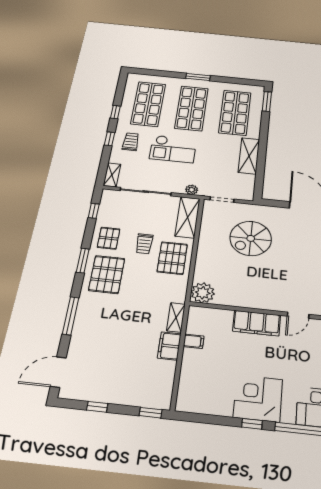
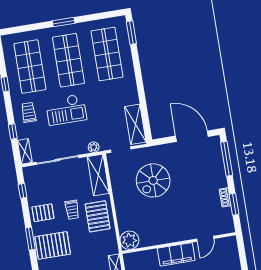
window: (110, 139) -> (13, 132), moved
shelving: (249, 156) -> (135, 124), moved
pallet: (109, 238) -> (43, 213), turned 90
pallet: (107, 274) -> (53, 245), turned 90

